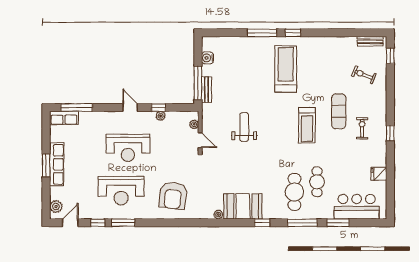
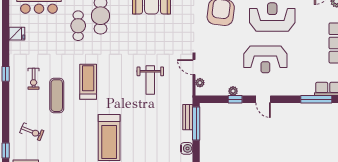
reception desk: (128, 148) -> (265, 59), turned 180

